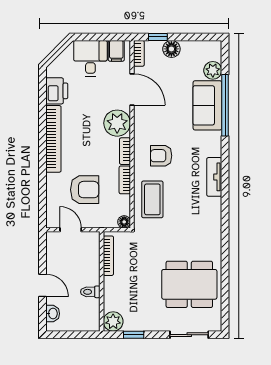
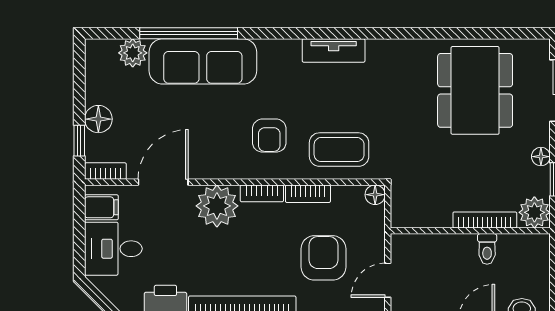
sofa: (207, 105) -> (203, 61), width x1.36
tv unit: (214, 177) -> (334, 51), moved
bookcase: (108, 256) -> (485, 220), moved
floor lamp: (148, 325) -> (541, 157), added

